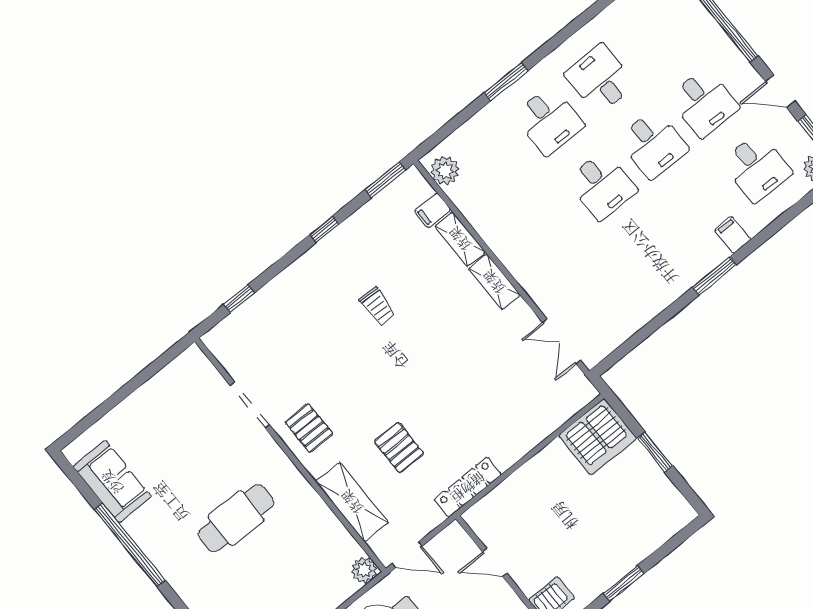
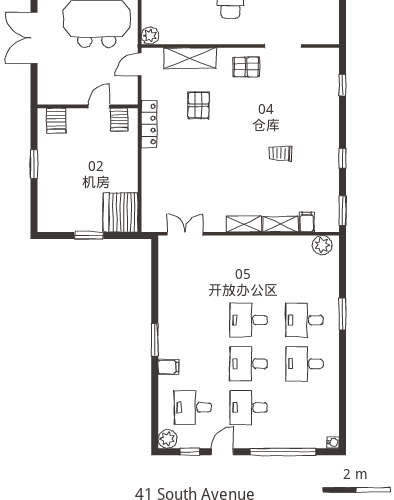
desk: (600, 79) -> (304, 364), turned 180
pallet: (399, 448) -> (198, 105), turned 90
server rack: (491, 526) -> (119, 120), added

